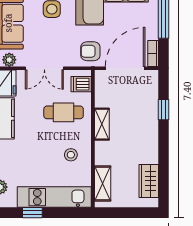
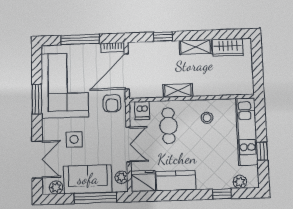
door: (125, 68) -> (127, 72), hinge flipped
shelving: (103, 184) -> (196, 47), moved

